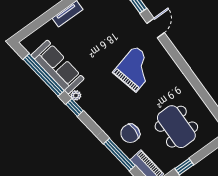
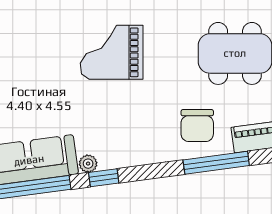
grand piano: (135, 69) -> (112, 52), turned -76

